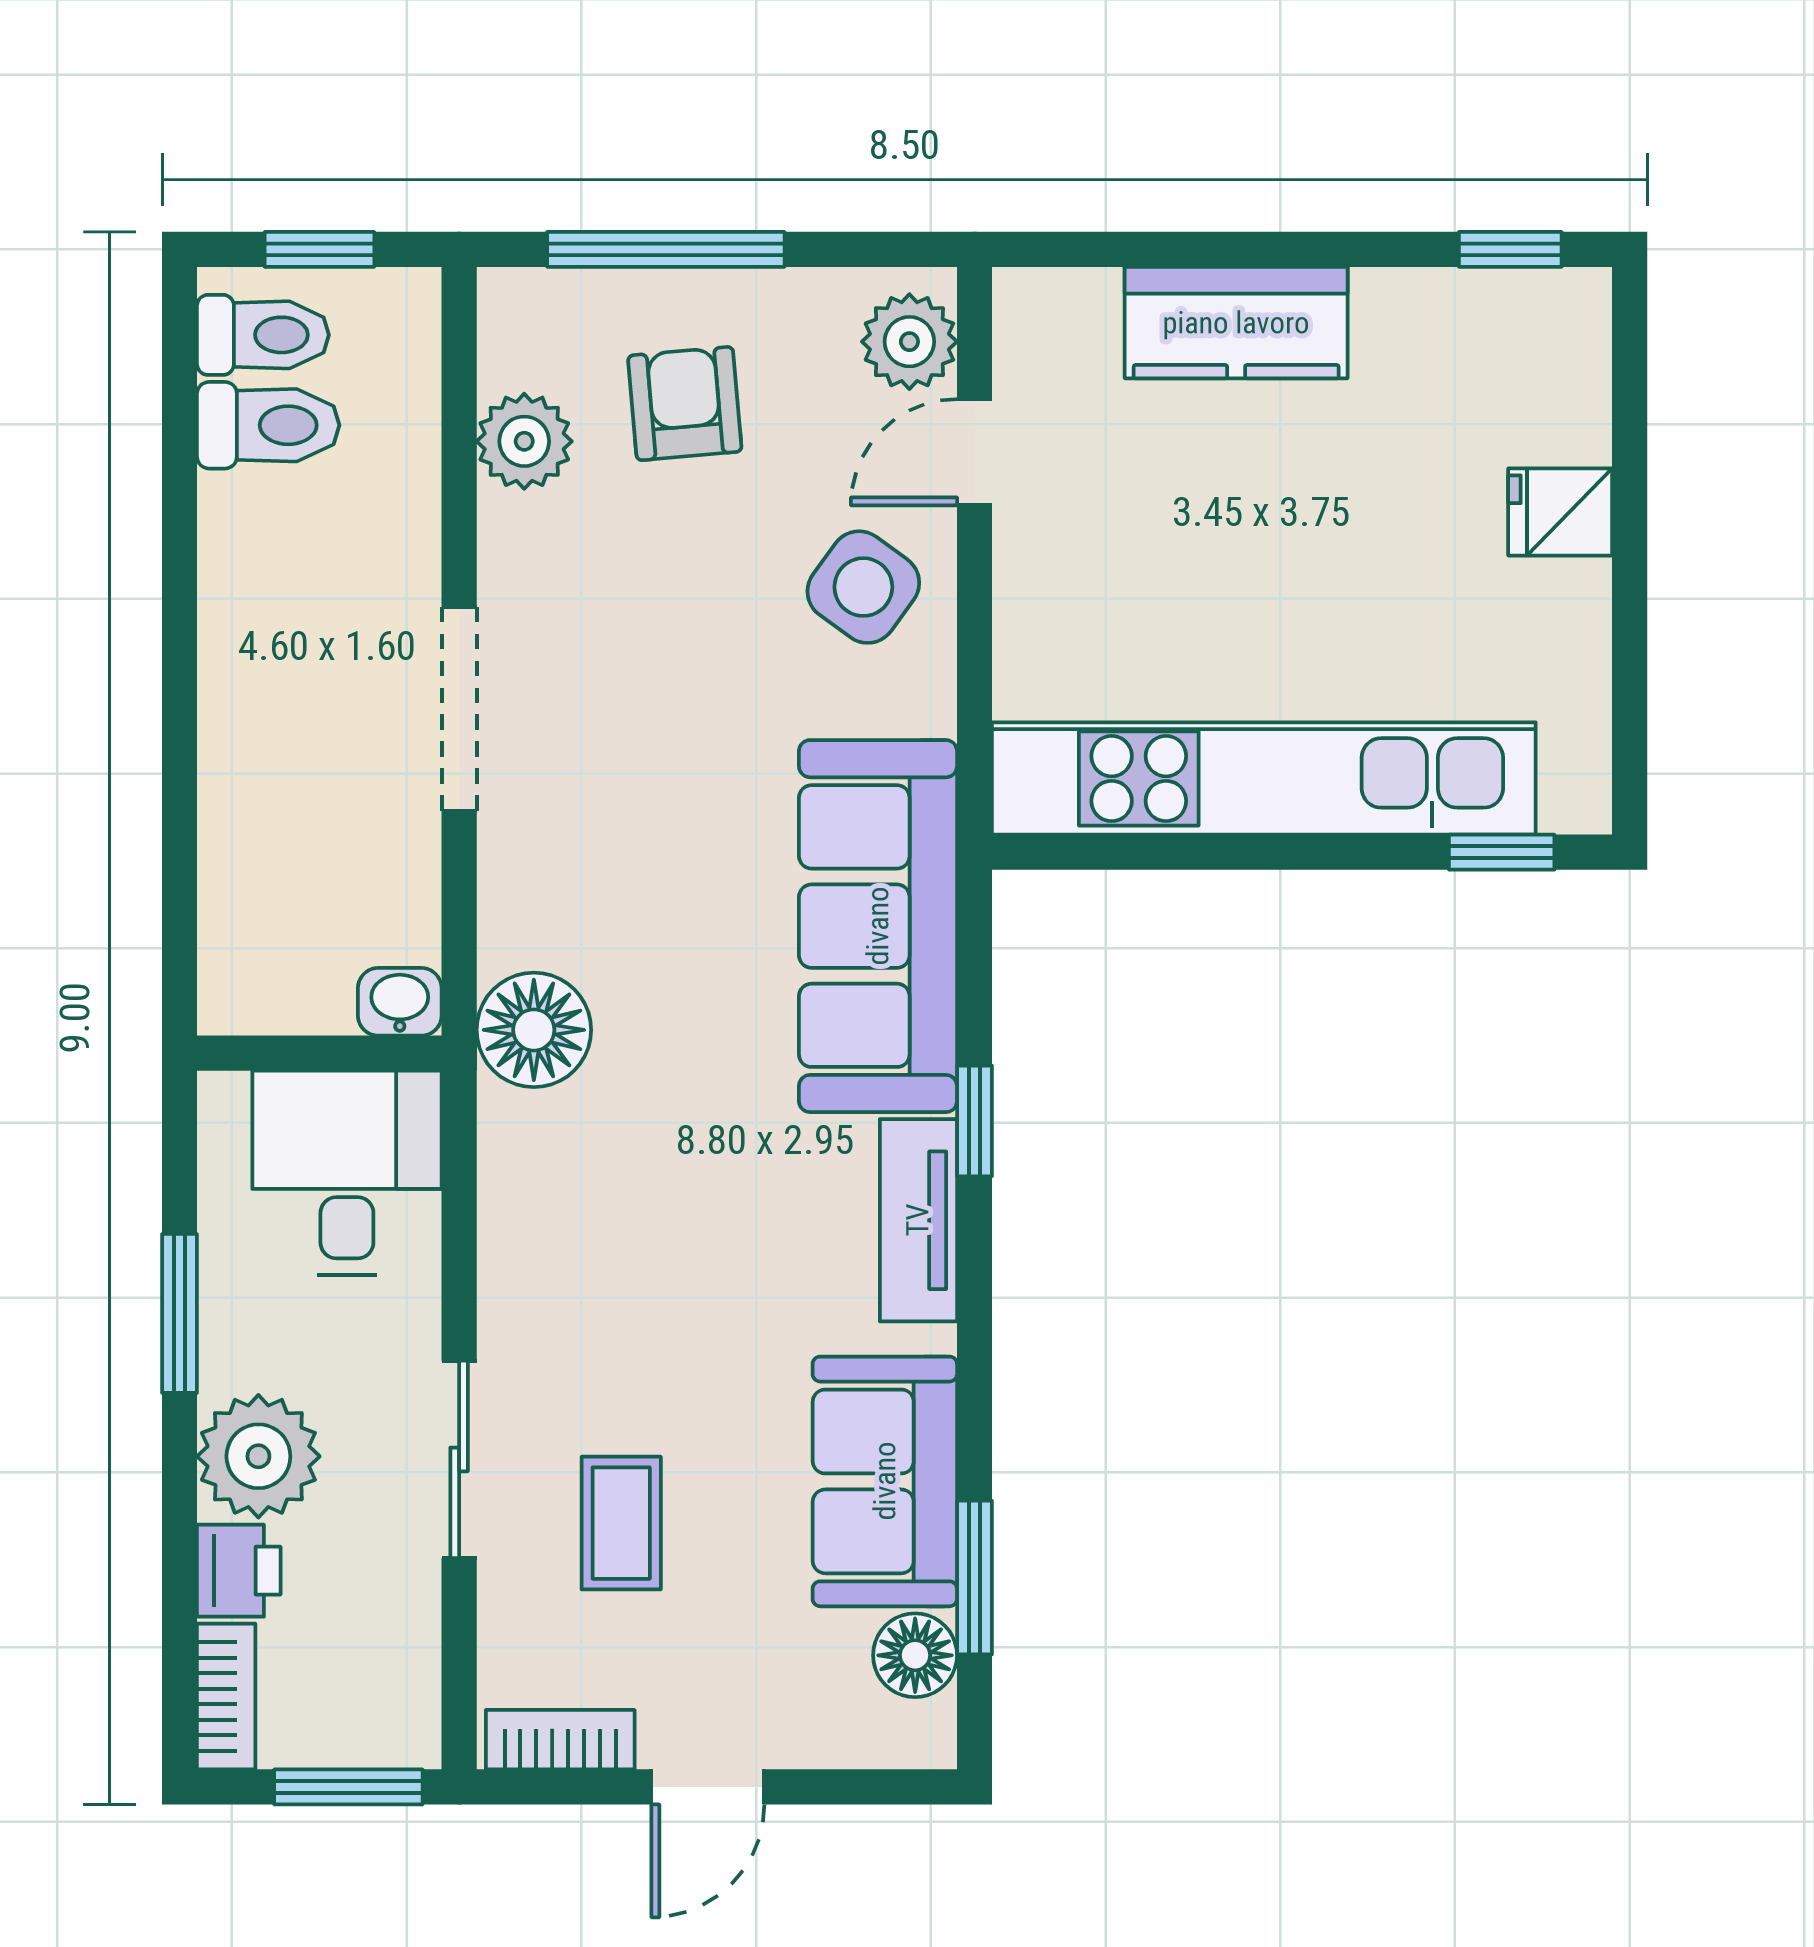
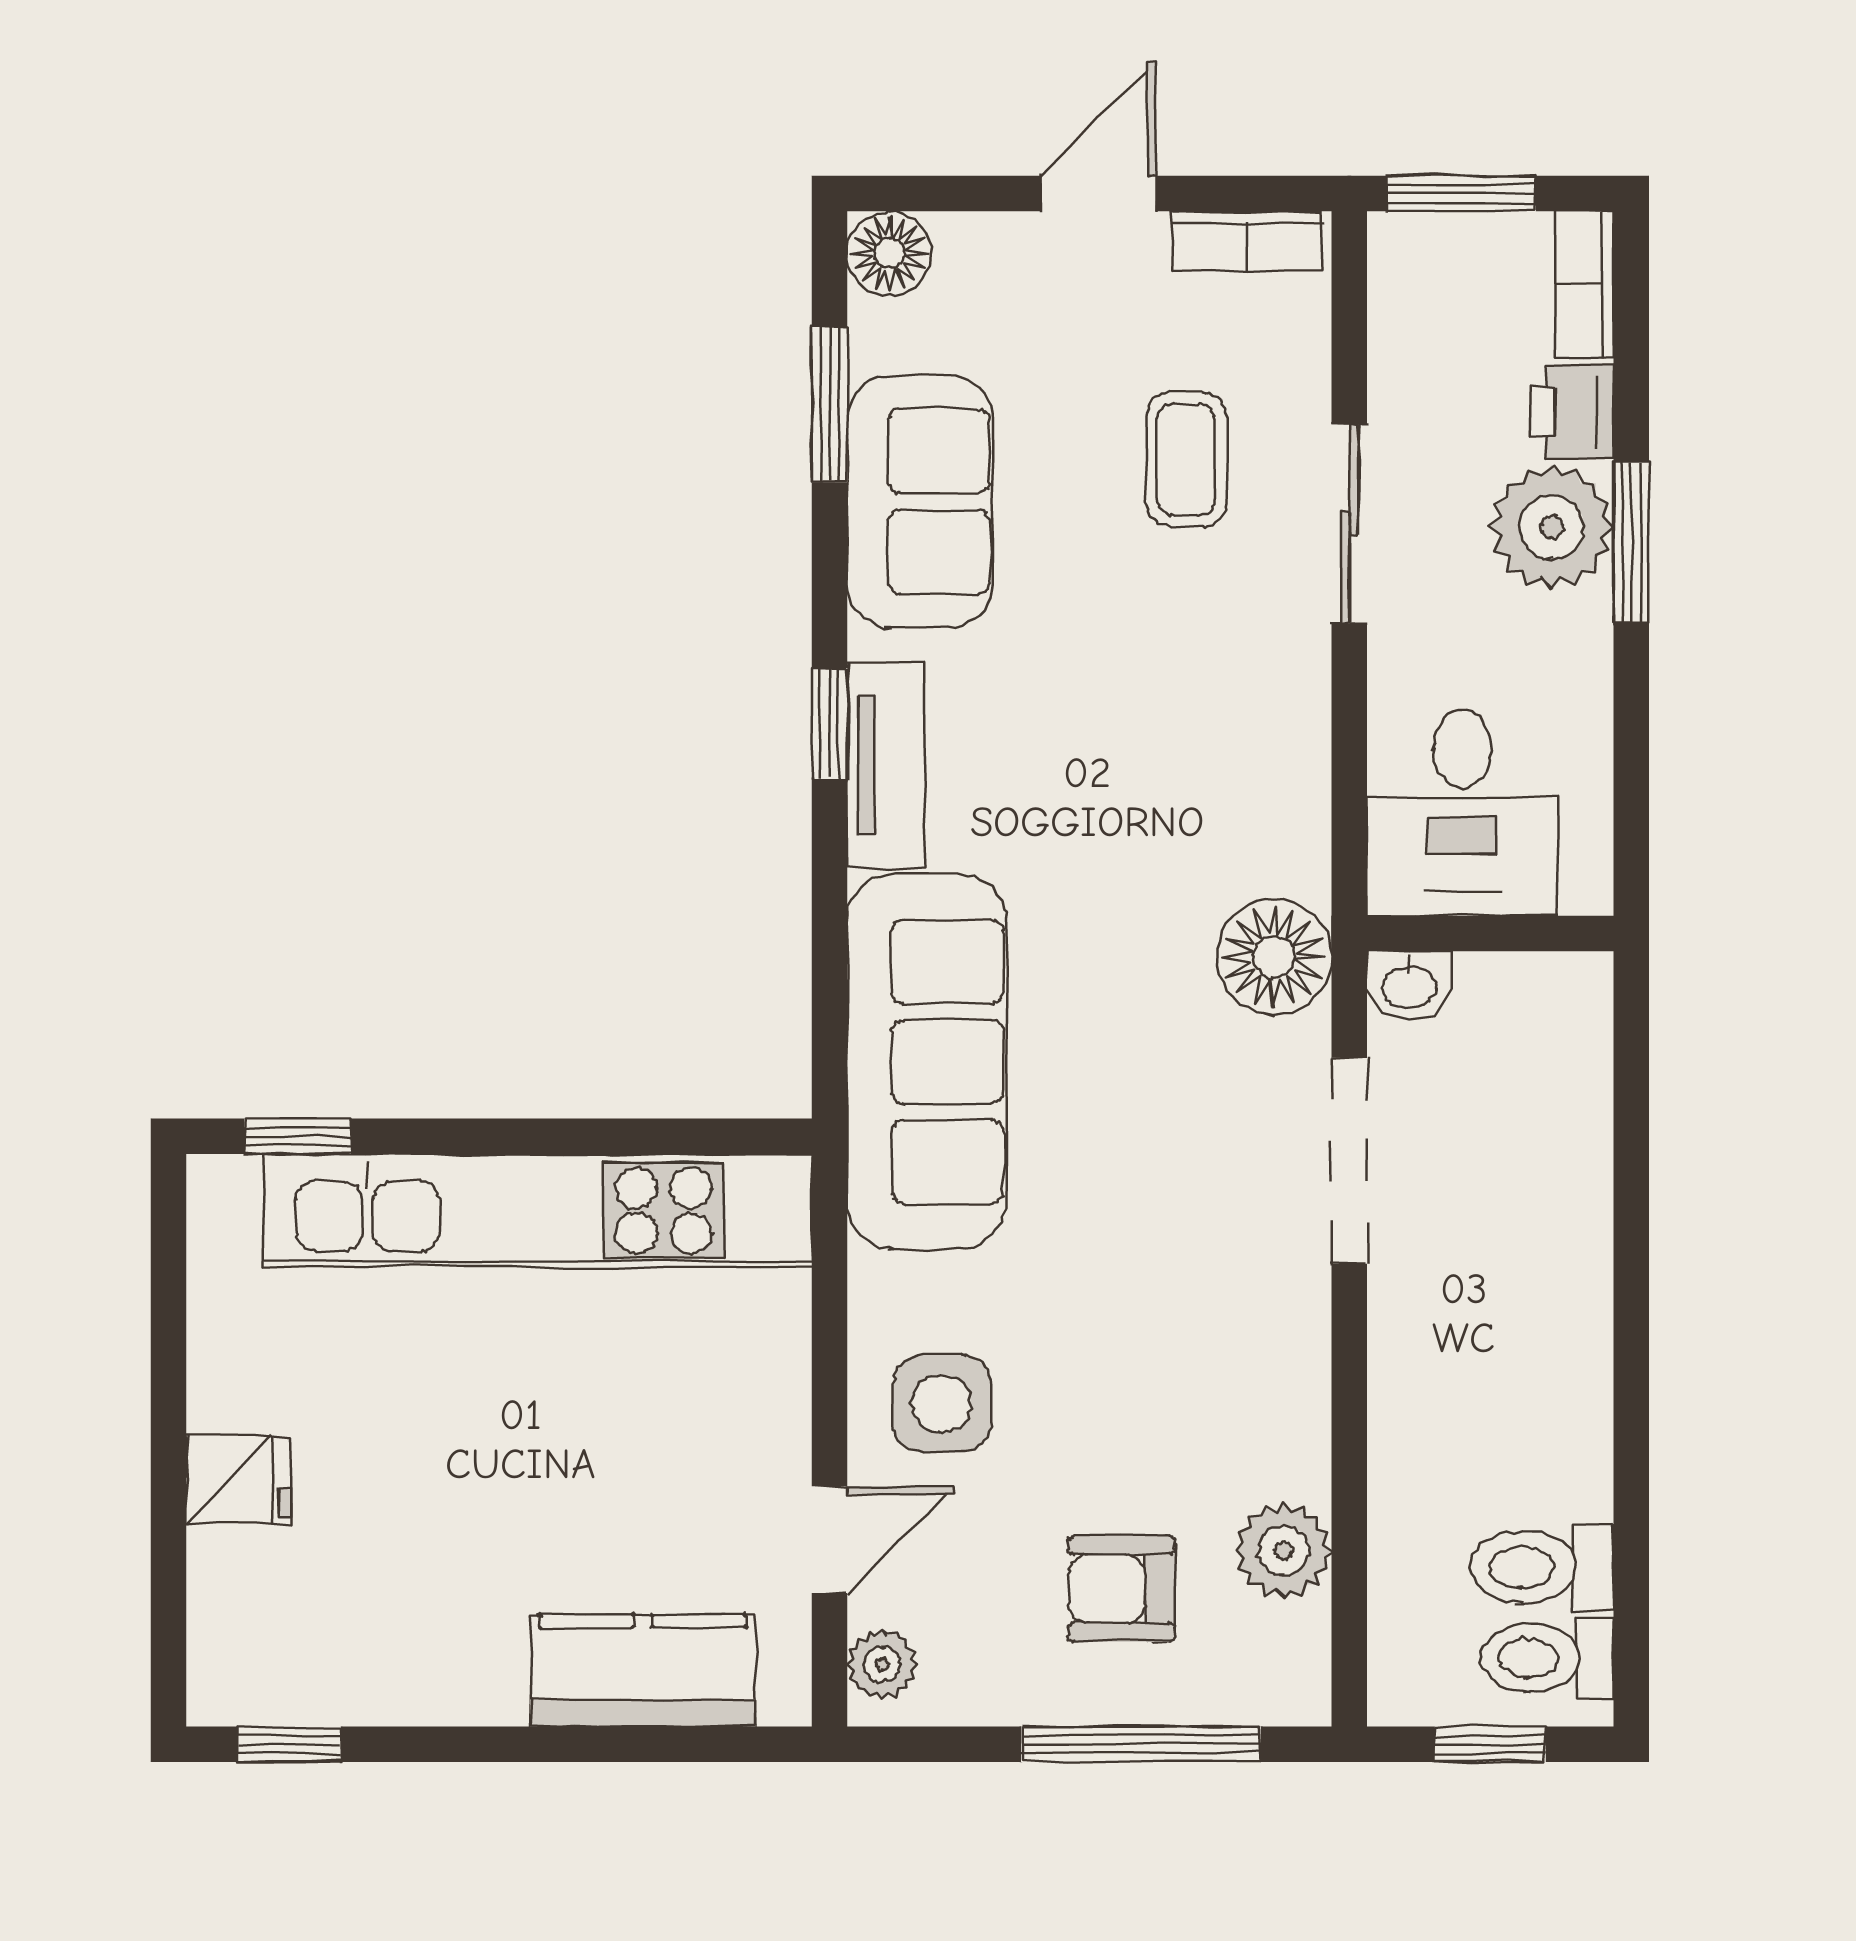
kitchen counter: (1236, 323) -> (643, 1670), moved
plant: (909, 342) -> (882, 1664), width x0.73, depth x0.73
armchair: (685, 404) -> (1122, 1589), turned 95
side table: (863, 587) -> (942, 1404), turned -36
doorway: (459, 709) -> (1349, 1161), moved
window: (975, 1121) -> (829, 724), moved
window: (180, 1313) -> (1631, 543), moved
floor lamp: (915, 1655) -> (889, 253), moved

